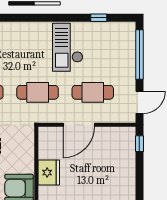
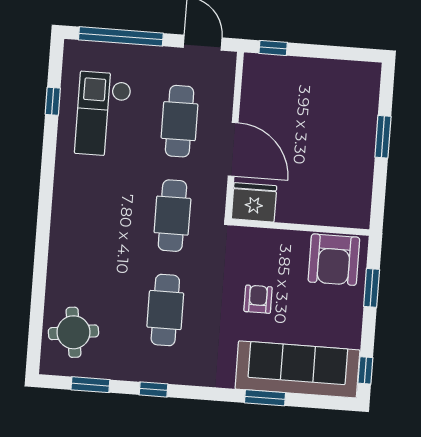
checkout: (68, 47) -> (103, 114), moved, turned 90
fridge: (49, 173) -> (254, 202), moved

